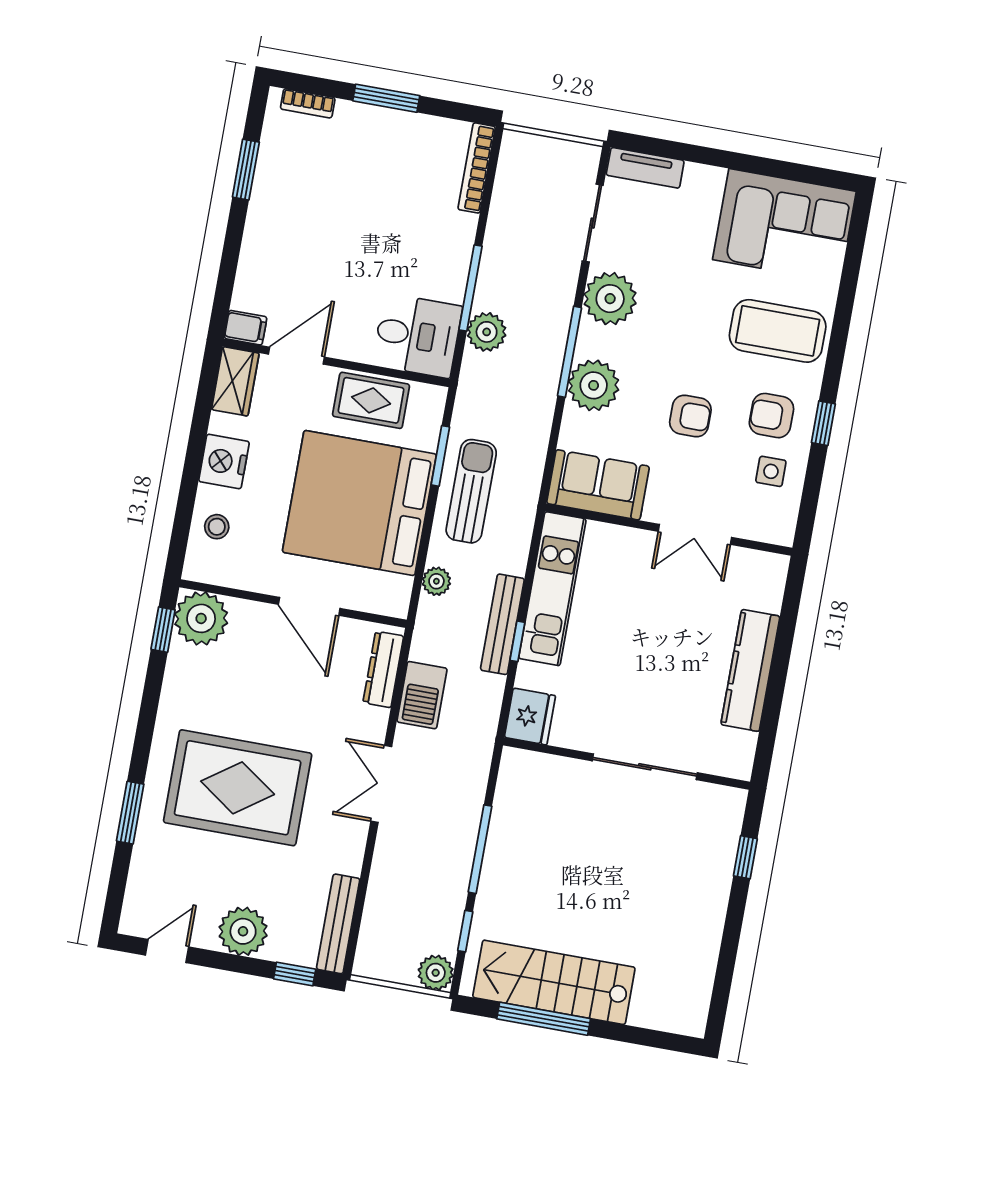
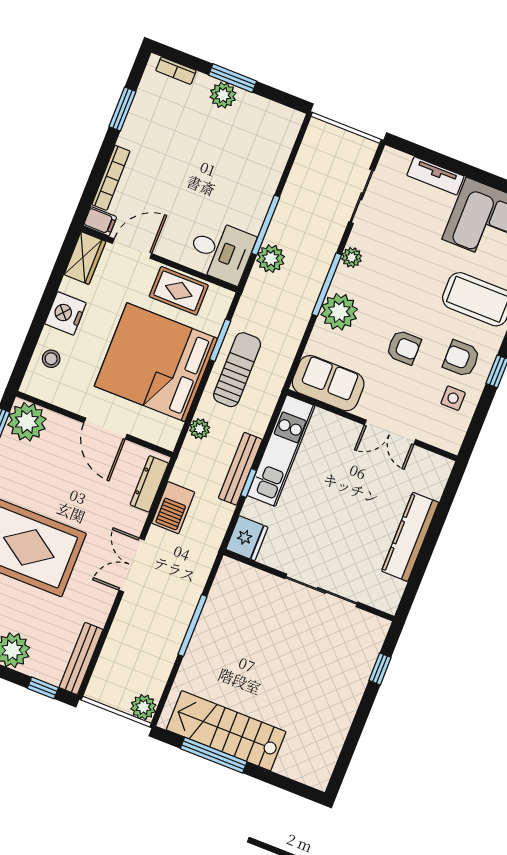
plant: (378, 124) -> (223, 95), added
bookcase: (477, 168) -> (111, 178), moved, turned 180
tv unit: (645, 168) -> (435, 176), moved
plant: (610, 299) -> (352, 257), width x0.53, depth x0.53
window: (465, 931) -> (170, 682), removed

